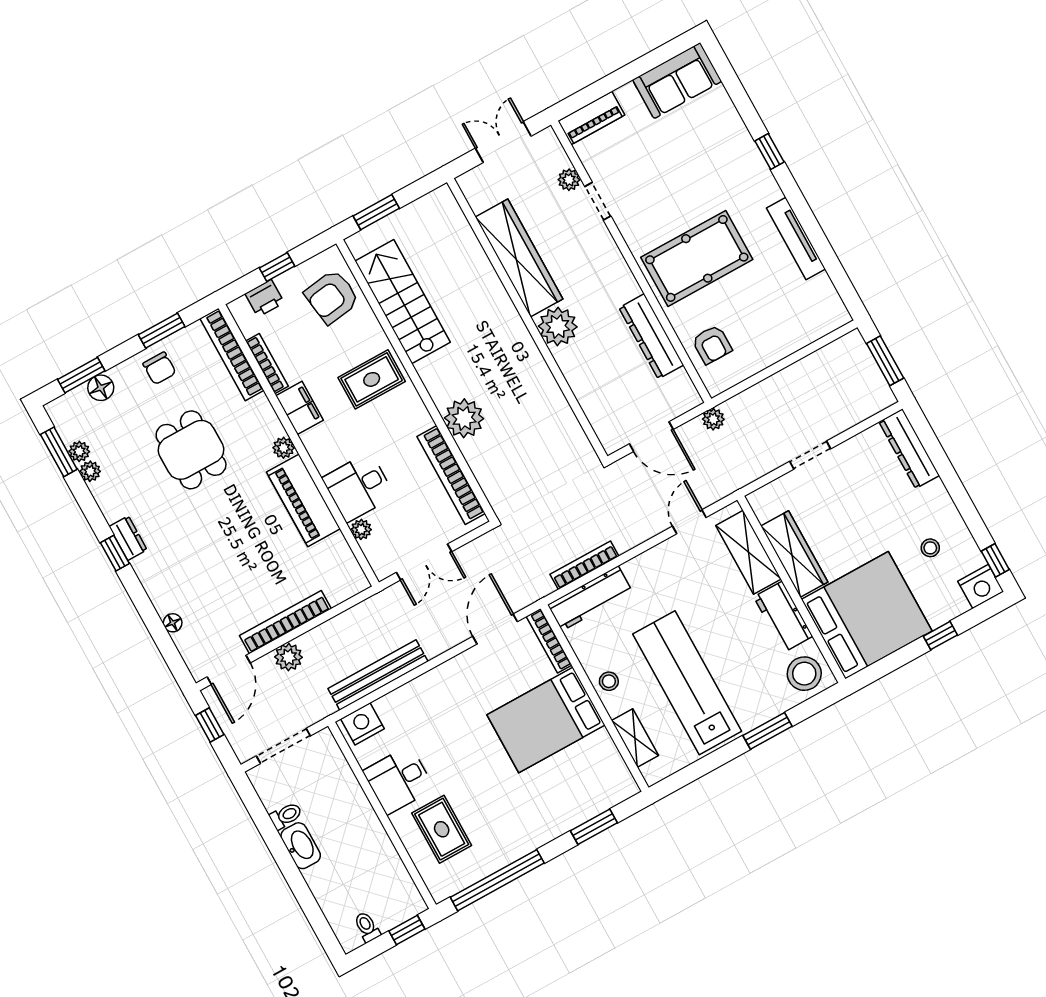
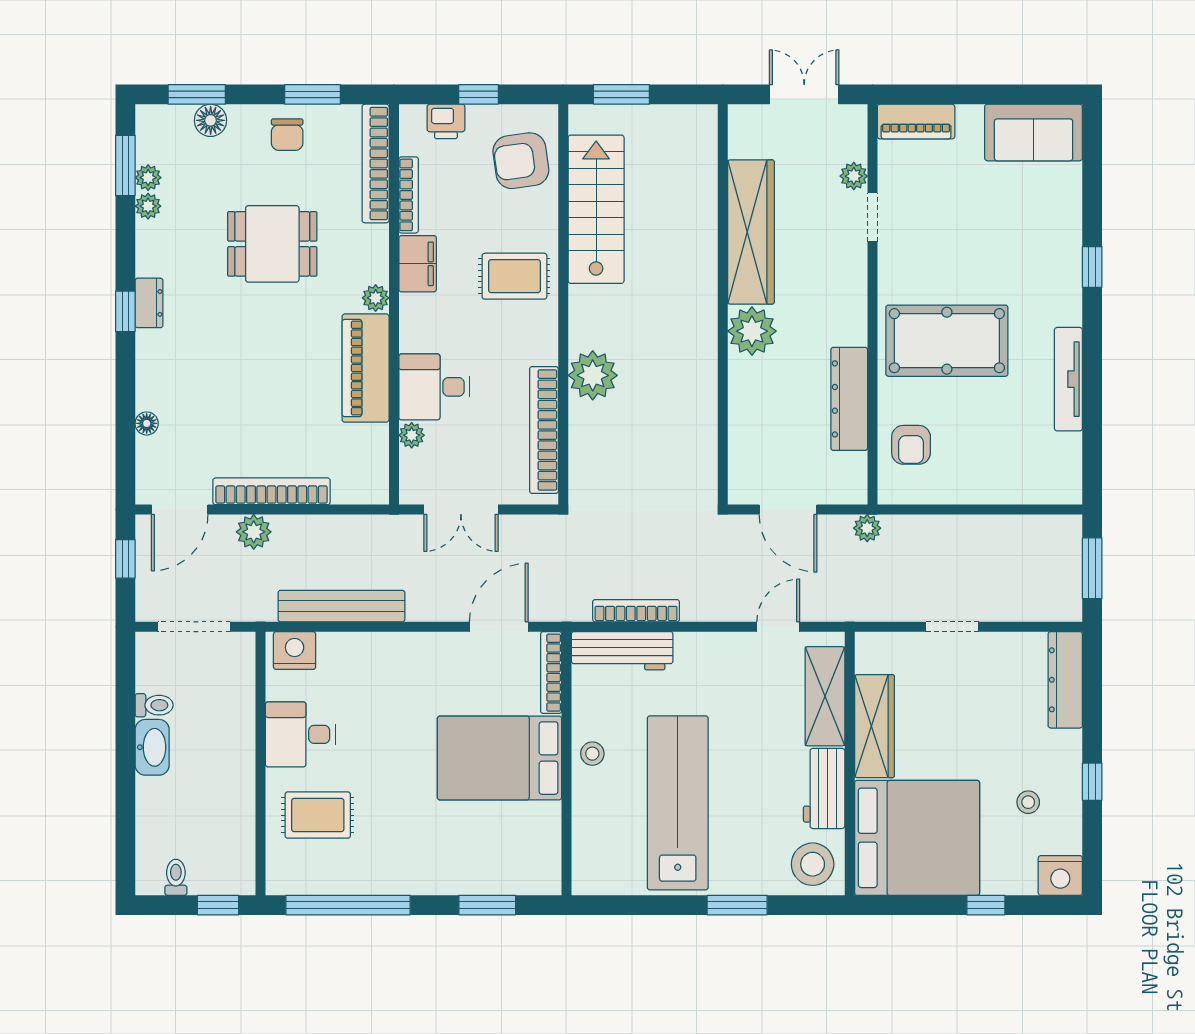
dining table: (191, 450) -> (272, 244), turned 90
window: (995, 560) -> (1092, 782), moved
shelving: (635, 738) -> (587, 832), removed
rug: (442, 829) -> (318, 815), turned 90

